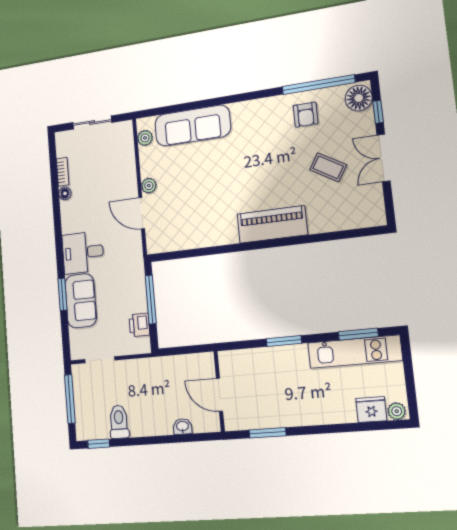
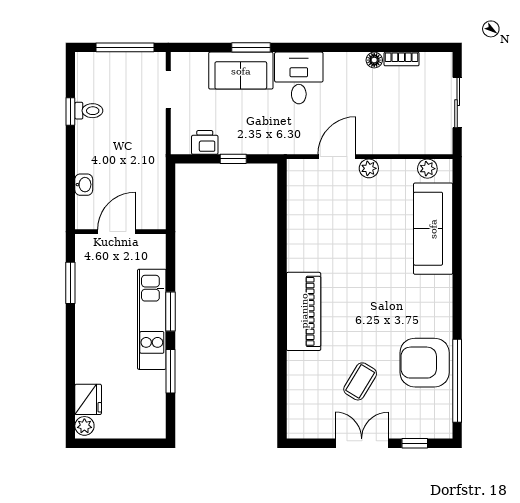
floor lamp: (359, 98) -> (434, 424), removed
armchair: (306, 115) -> (425, 363), width x1.88, depth x1.88
window: (151, 299) -> (233, 159), width x0.46
window: (358, 334) -> (171, 371), moved
kitchen unit: (355, 352) -> (152, 319), moved
toilet: (119, 422) -> (89, 111), width x0.73, depth x0.72
window: (99, 444) -> (70, 111), moved

